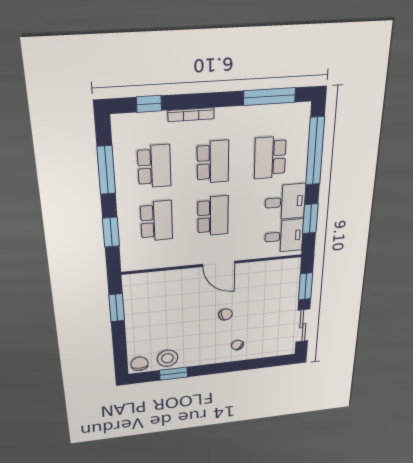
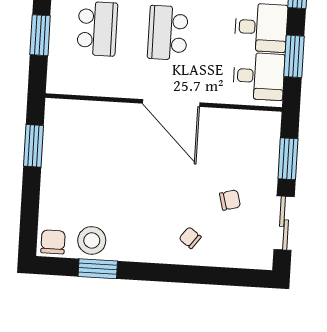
school desk: (213, 216) -> (168, 33), turned 180
door: (219, 264) -> (171, 103), width x1.36
chair: (226, 314) -> (230, 200), moved

